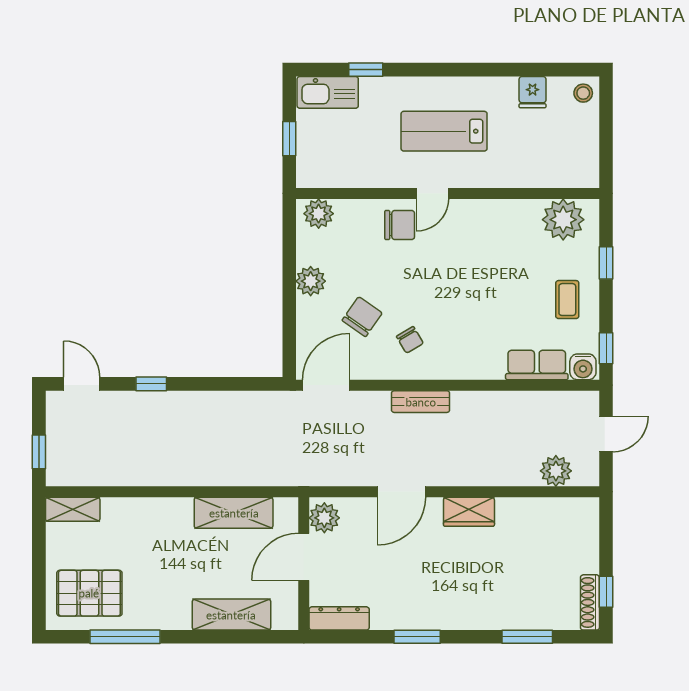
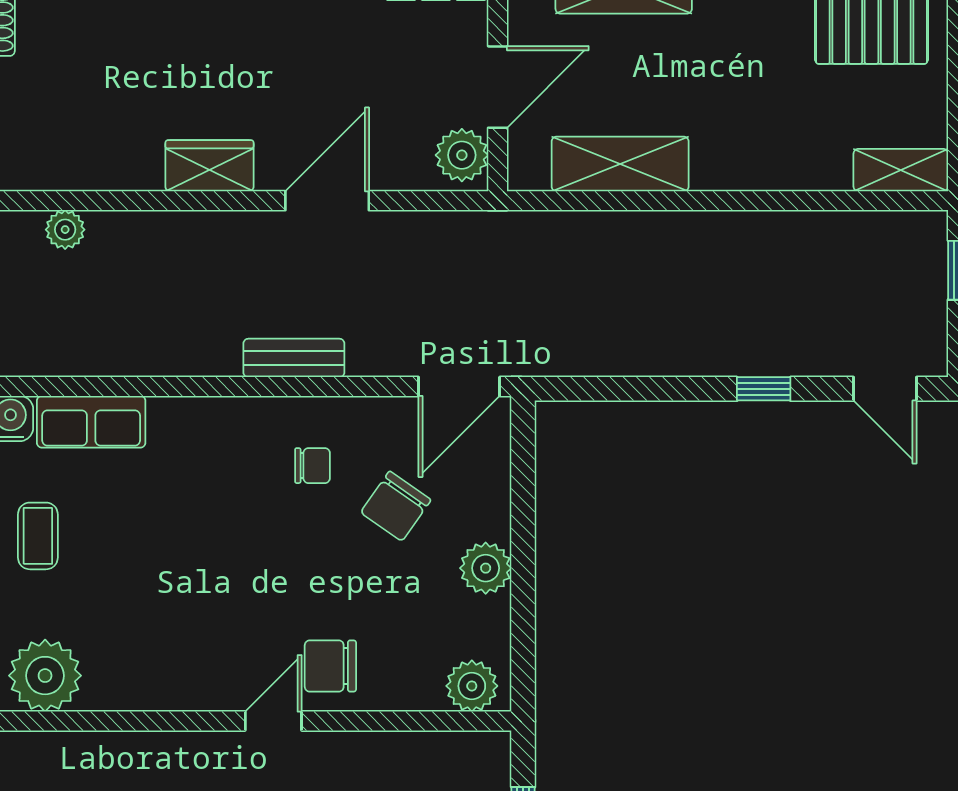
chair: (410, 340) -> (312, 466), turned 121
plant: (556, 471) -> (65, 230), width x0.73, depth x0.73

